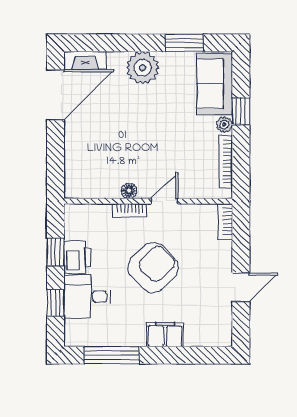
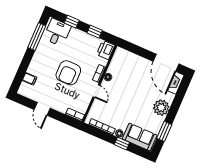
printer: (77, 257) -> (106, 50), moved, turned 90
armchair: (153, 268) -> (68, 73), turned 45
desk: (87, 297) -> (57, 32), moved
filing cabinet: (165, 335) -> (30, 79), moved, width x0.50

